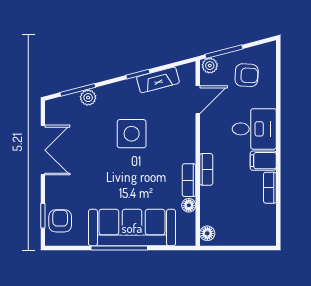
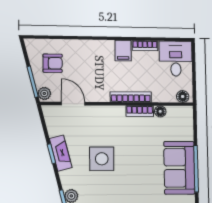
armchair: (247, 75) -> (53, 63), turned 87
fireplace: (158, 80) -> (61, 153), moved
desk: (254, 129) -> (176, 59), moved
bookcase: (206, 169) -> (131, 97), width x1.56
sofa: (132, 228) -> (179, 168), width x0.73

